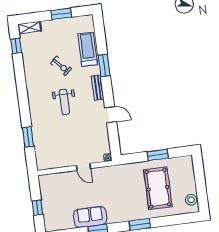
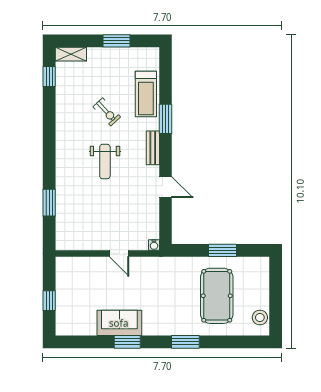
treadmill: (88, 49) -> (146, 94), turned 180

